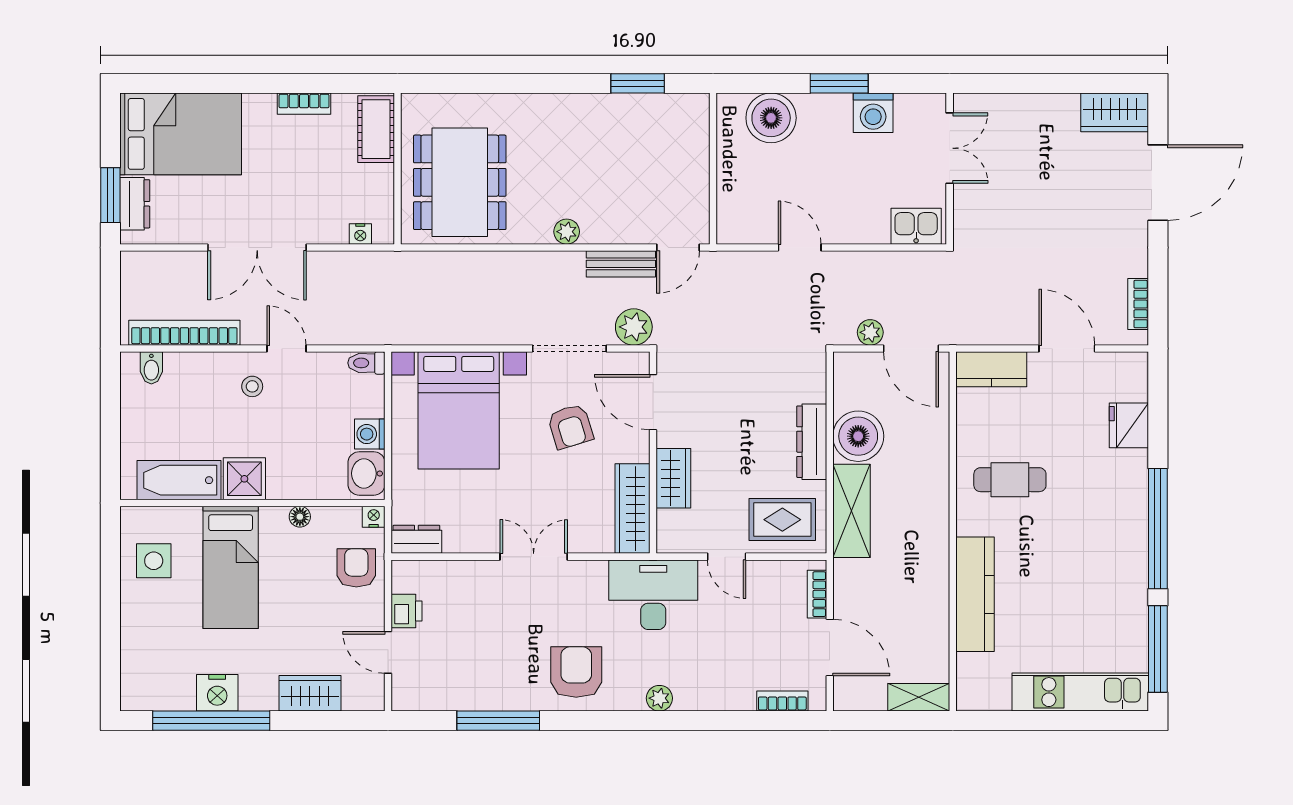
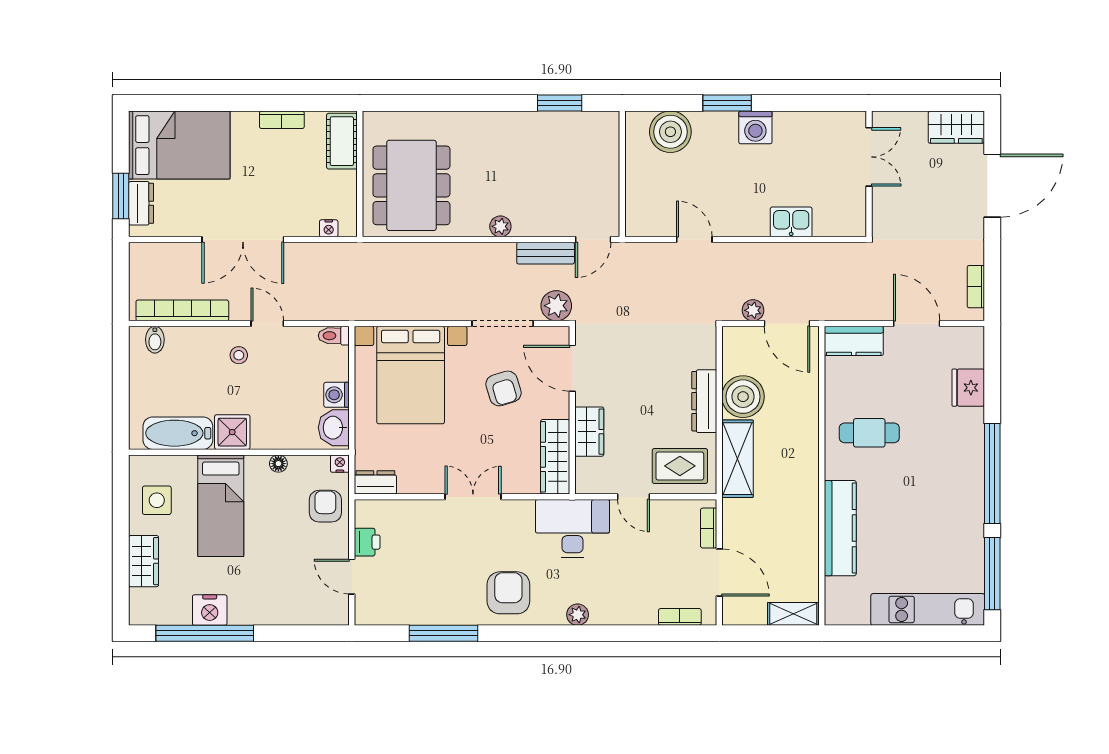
double door: (950, 148) -> (869, 157), moved
wall: (950, 169) -> (869, 174), moved
wardrobe: (310, 693) -> (144, 561), moved, turned 90

